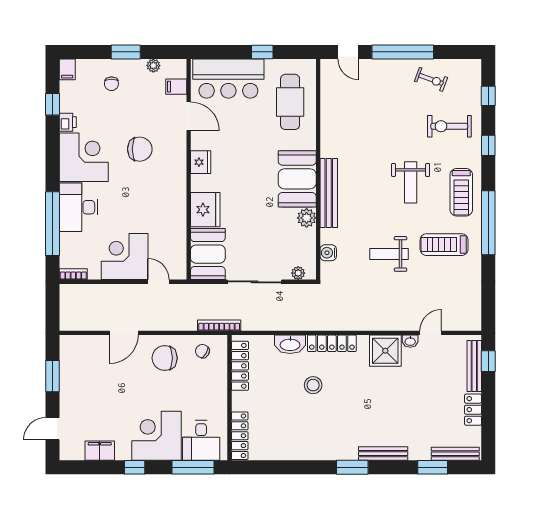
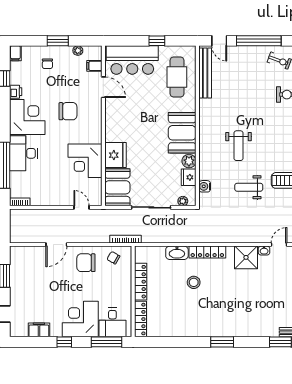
fridge: (201, 162) -> (189, 177), moved, turned 180
weight bench: (411, 182) -> (239, 146), moved
bench: (329, 193) -> (205, 73), moved
corner desk: (125, 257) -> (85, 161), moved, turned -90
locker: (240, 366) -> (141, 282), moved
bench: (383, 454) -> (244, 332), removed

